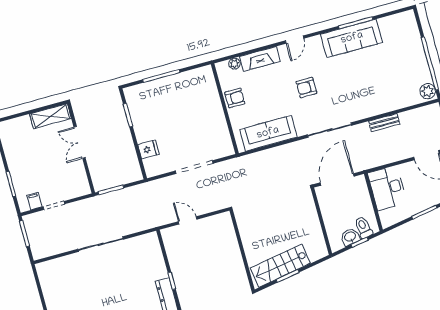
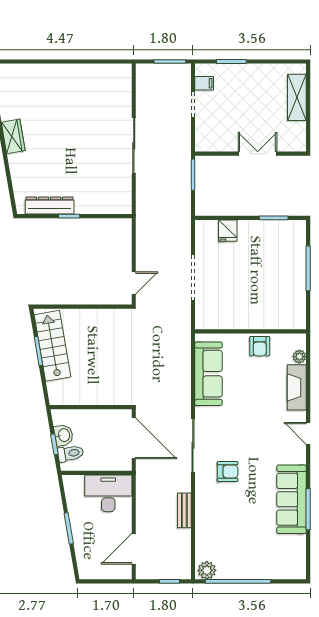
armchair: (306, 87) -> (228, 471), moved, turned 90
shelving: (50, 116) -> (297, 97), moved
door: (188, 220) -> (134, 283), moved

